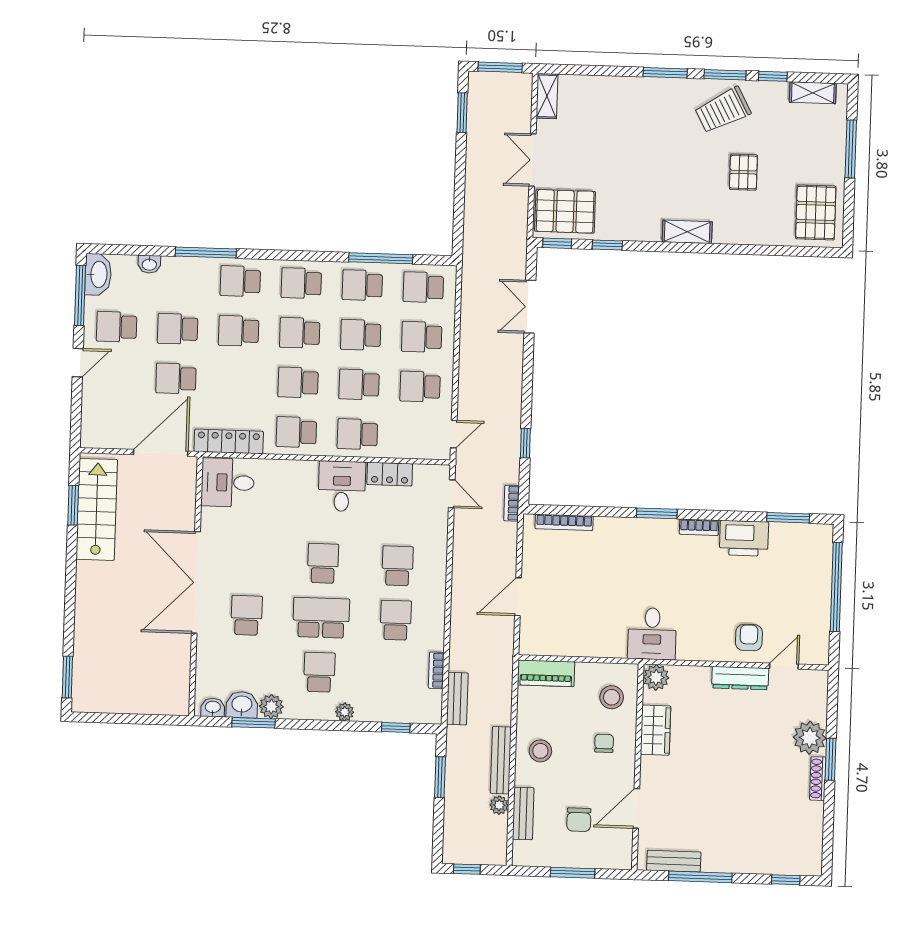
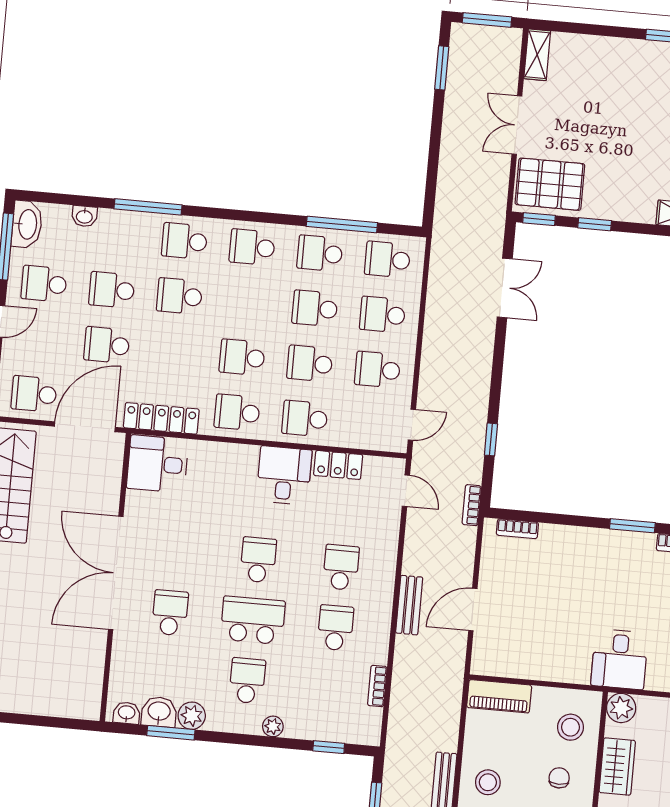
double door: (530, 307) -> (505, 288), swing flipped
school desk: (300, 333) -> (34, 394), moved
bookcase: (564, 522) -> (517, 529), width x0.64
bench: (457, 699) -> (409, 605), moved

